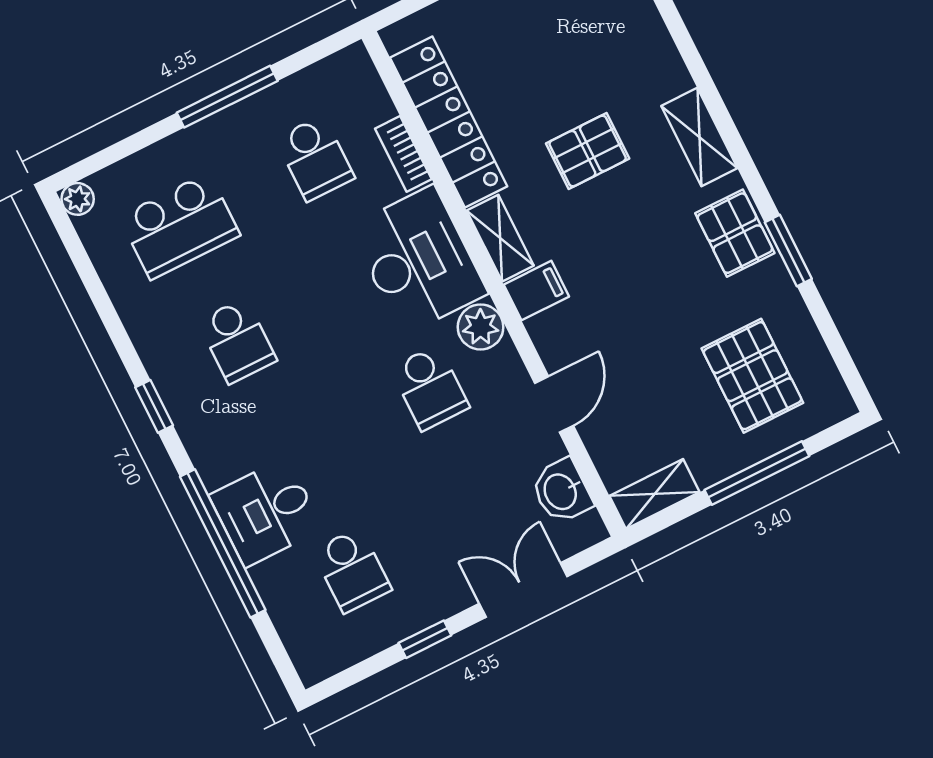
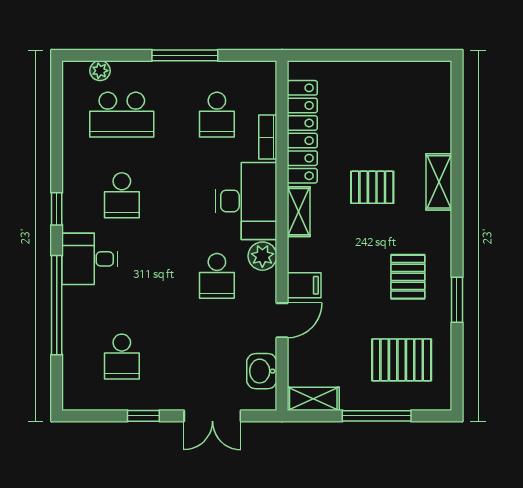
shelving: (699, 137) -> (439, 182), moved
plant: (78, 199) -> (100, 71), moved
pallet: (735, 233) -> (408, 277), moved
filing cabinet: (536, 291) -> (304, 285), moved
pallet: (752, 376) -> (402, 360), turned 90
desk: (266, 512) -> (90, 259), moved
double door: (523, 590) -> (212, 416), swing flipped

